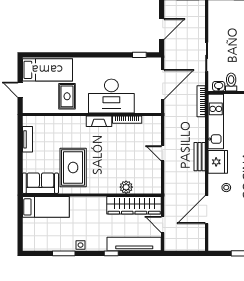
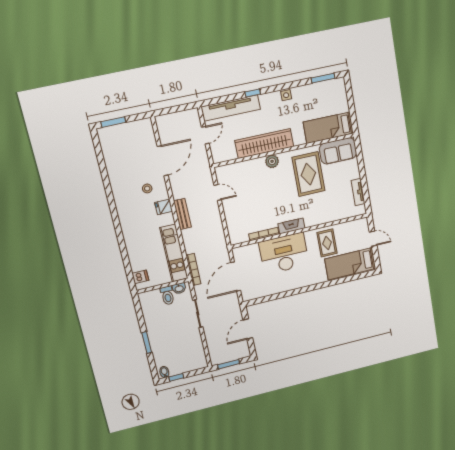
window: (139, 55) -> (264, 299), removed
door: (163, 153) -> (218, 192), moved
fridge: (218, 162) -> (164, 207), width x0.53, depth x0.75
plant: (126, 187) -> (272, 161), moved
wardrobe: (134, 205) -> (264, 144), moved
door: (163, 224) -> (205, 135), hinge flipped
window: (64, 253) -> (323, 78), moved

